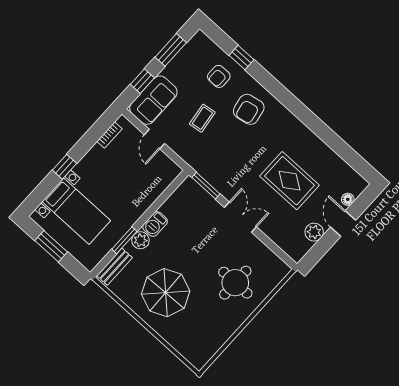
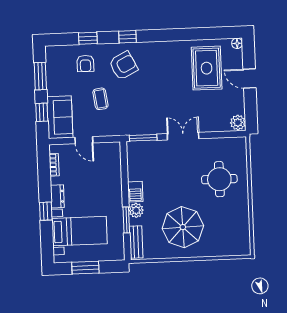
window: (276, 89) -> (127, 37), added
armchair: (249, 109) -> (123, 66), turned -106
dresser: (86, 164) -> (57, 196), added
rug: (289, 181) -> (207, 68), moved, turned 90
floor lamp: (348, 199) -> (237, 43), moved
plant: (314, 232) -> (238, 123), moved

